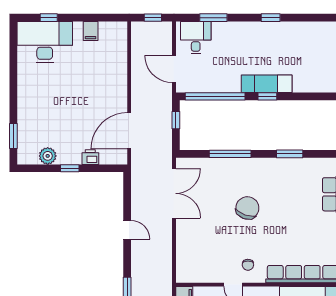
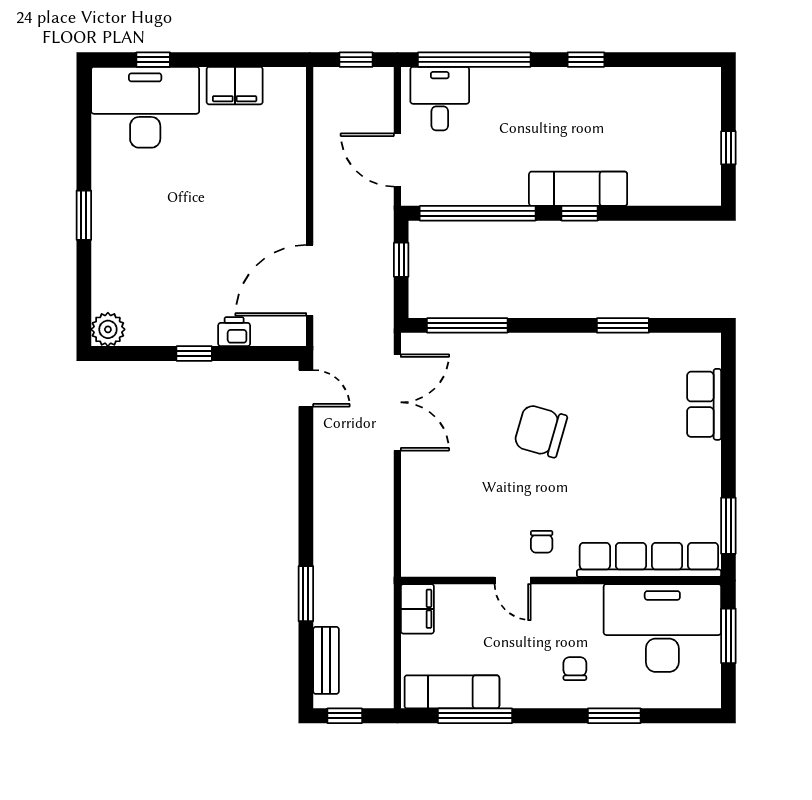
window: (213, 18) -> (474, 60), width x2.11
filing cabinet: (91, 31) -> (235, 86), width x2.00
window: (13, 136) -> (84, 215), moved
window: (230, 154) -> (467, 325), moved
plant: (48, 156) -> (108, 329), moved
chair: (247, 208) -> (540, 431), turned -94
door: (127, 230) -> (306, 388), moved

